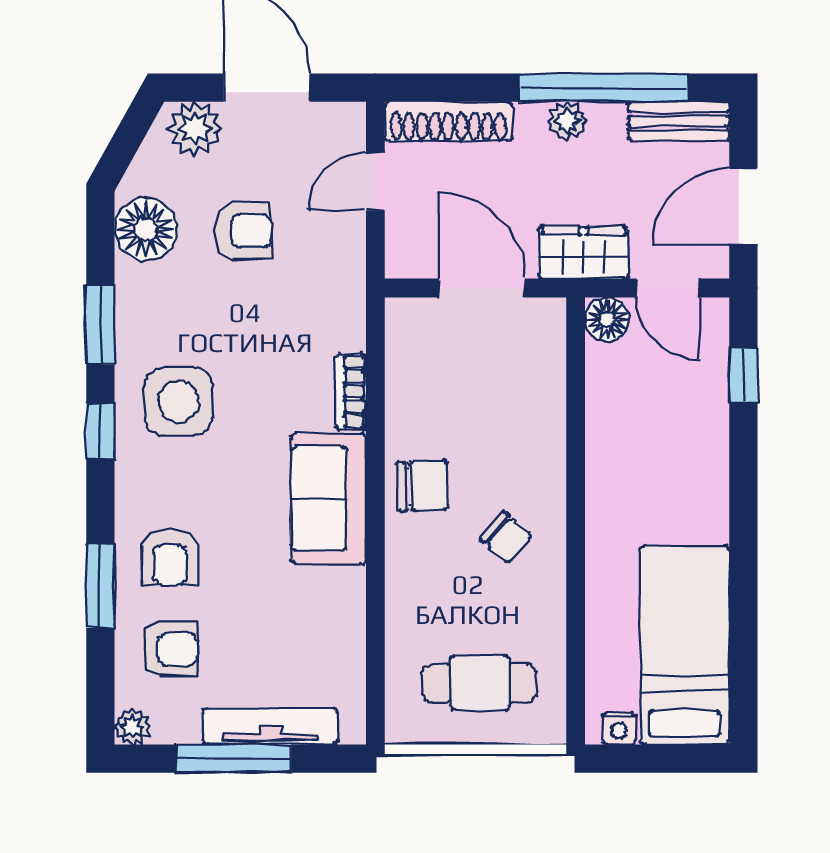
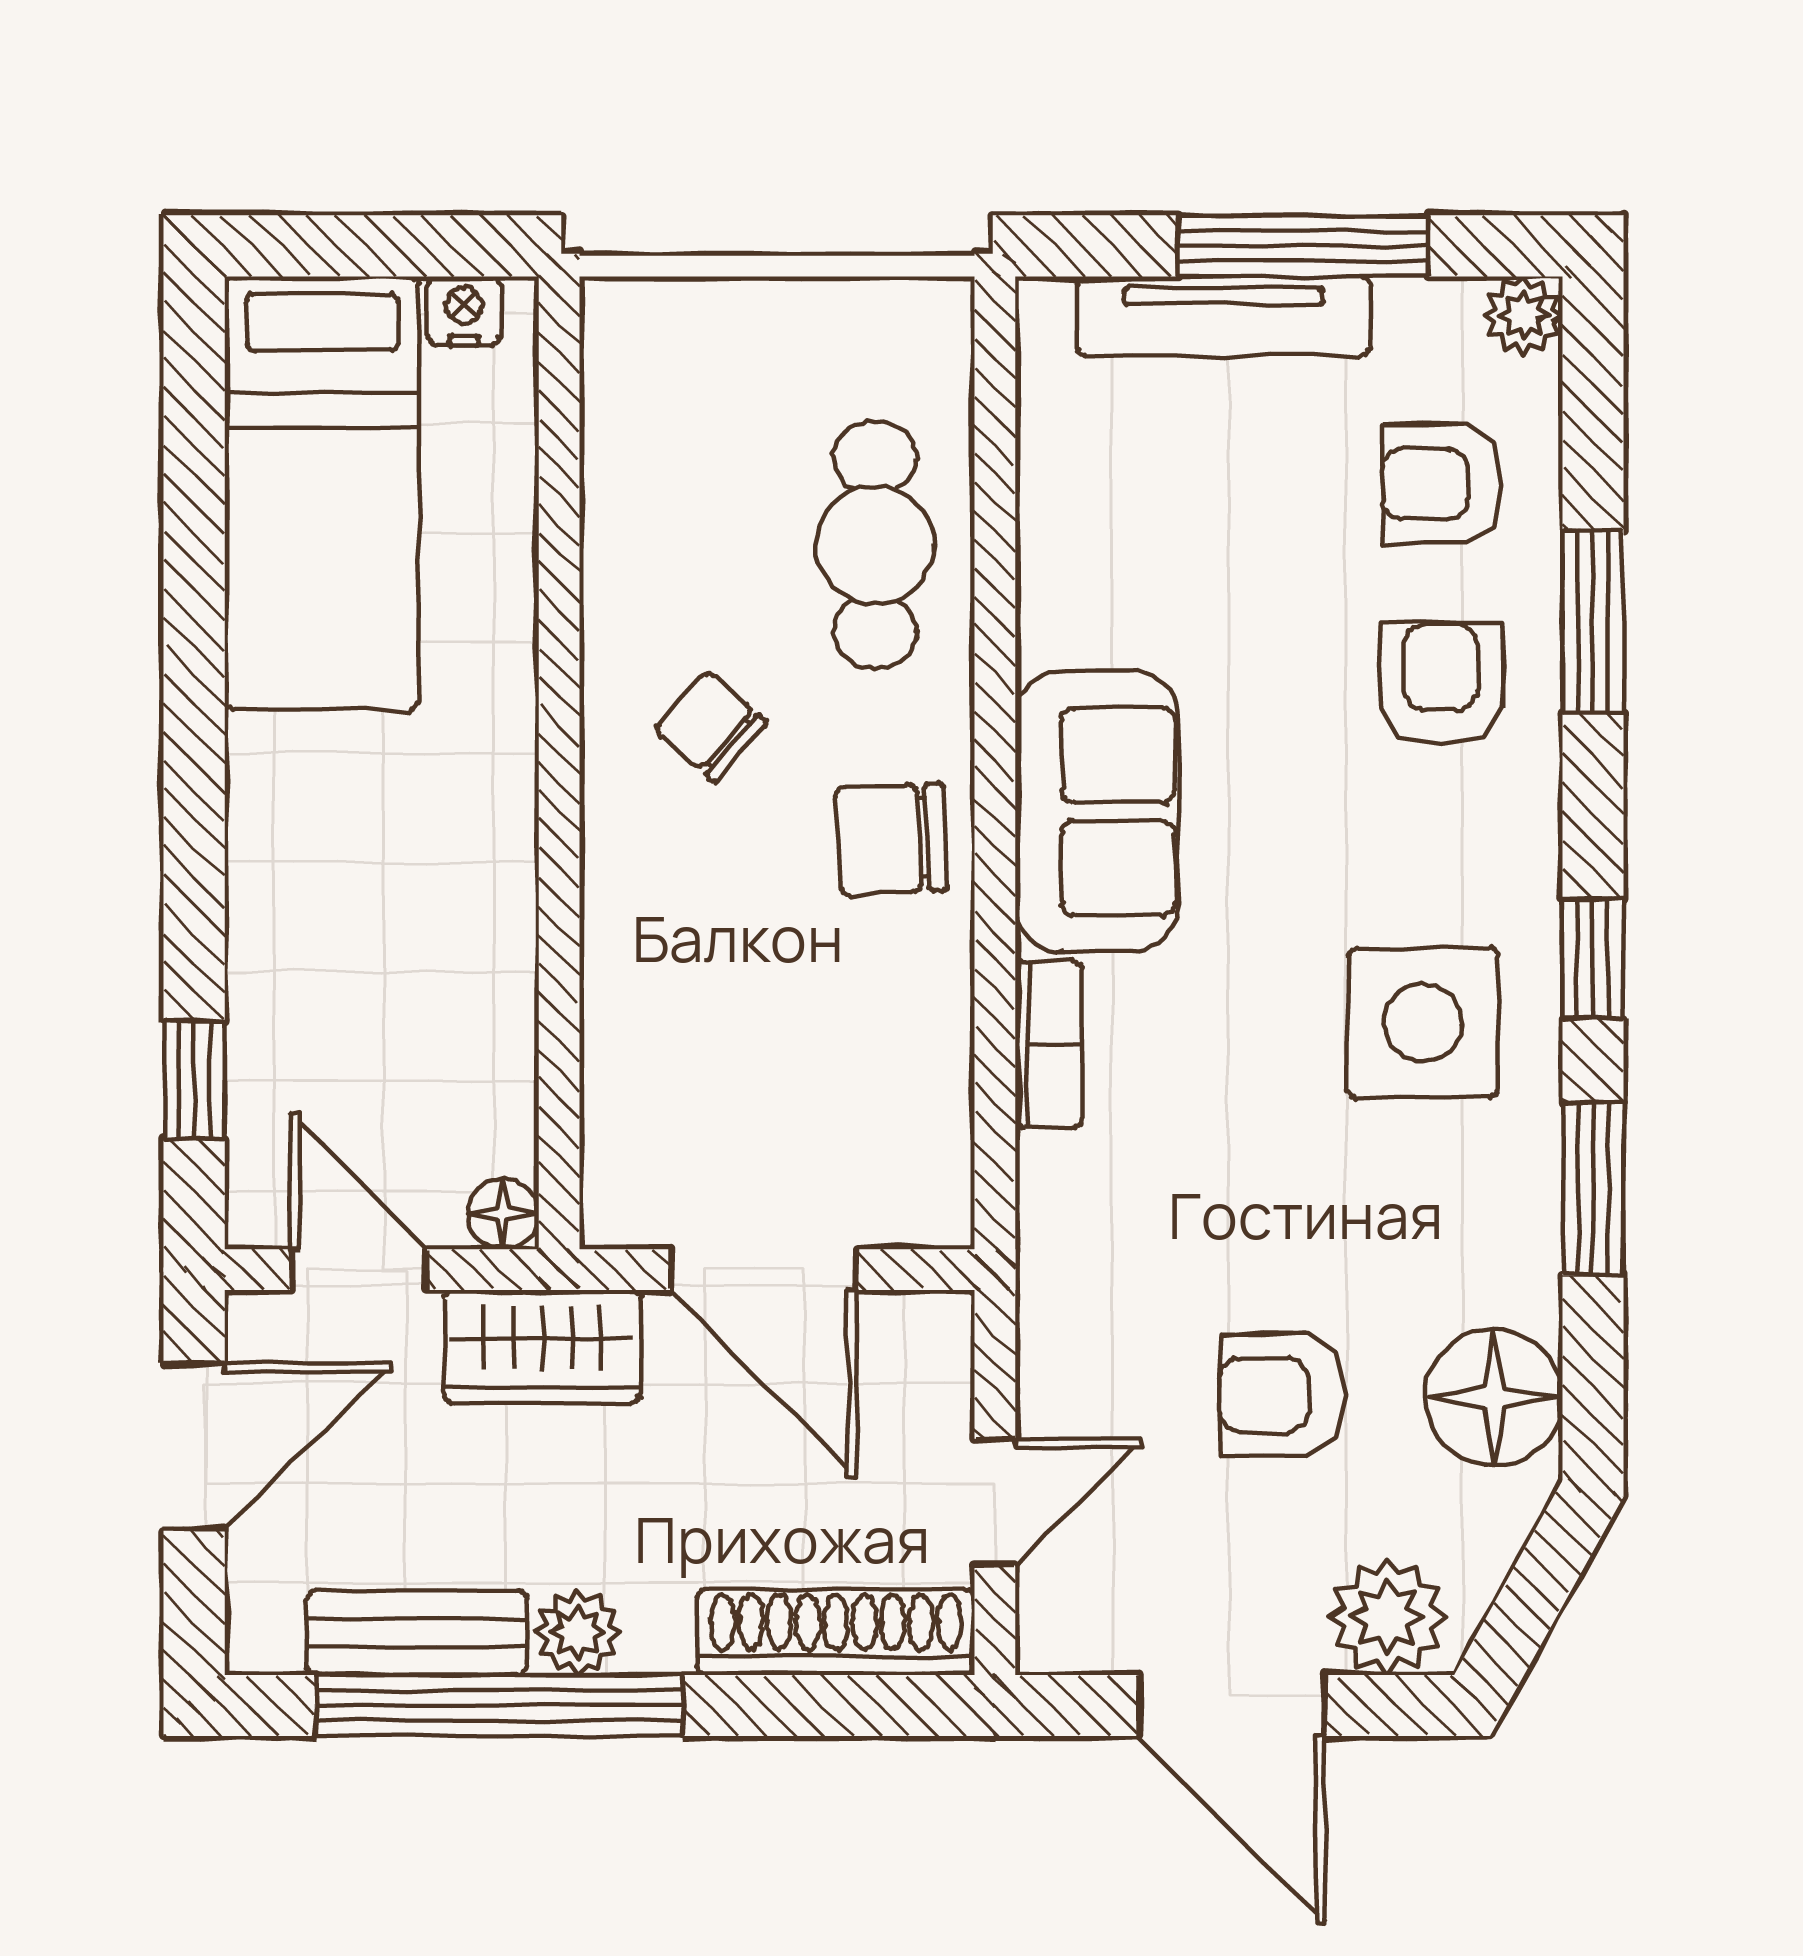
bench: (679, 121) -> (417, 1633), moved
floor lamp: (607, 320) -> (503, 1214), width x0.73, depth x0.73
cafe table: (480, 683) -> (875, 545), moved, turned 90

